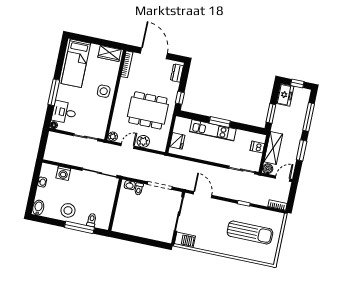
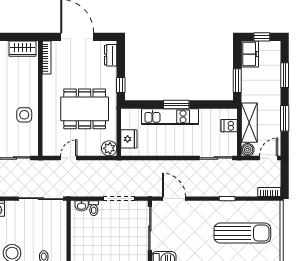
side table: (104, 91) -> (24, 115), moved
window: (309, 117) -> (285, 75), width x0.69
plant: (113, 136) -> (48, 150), removed
plant: (143, 141) -> (109, 148), moved

